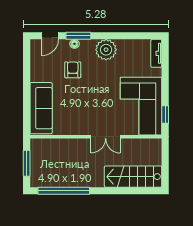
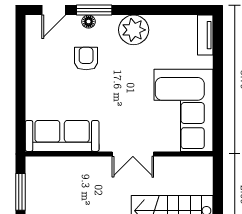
sofa: (41, 108) -> (62, 136), moved, turned -90
window: (165, 114) -> (218, 122), removed

